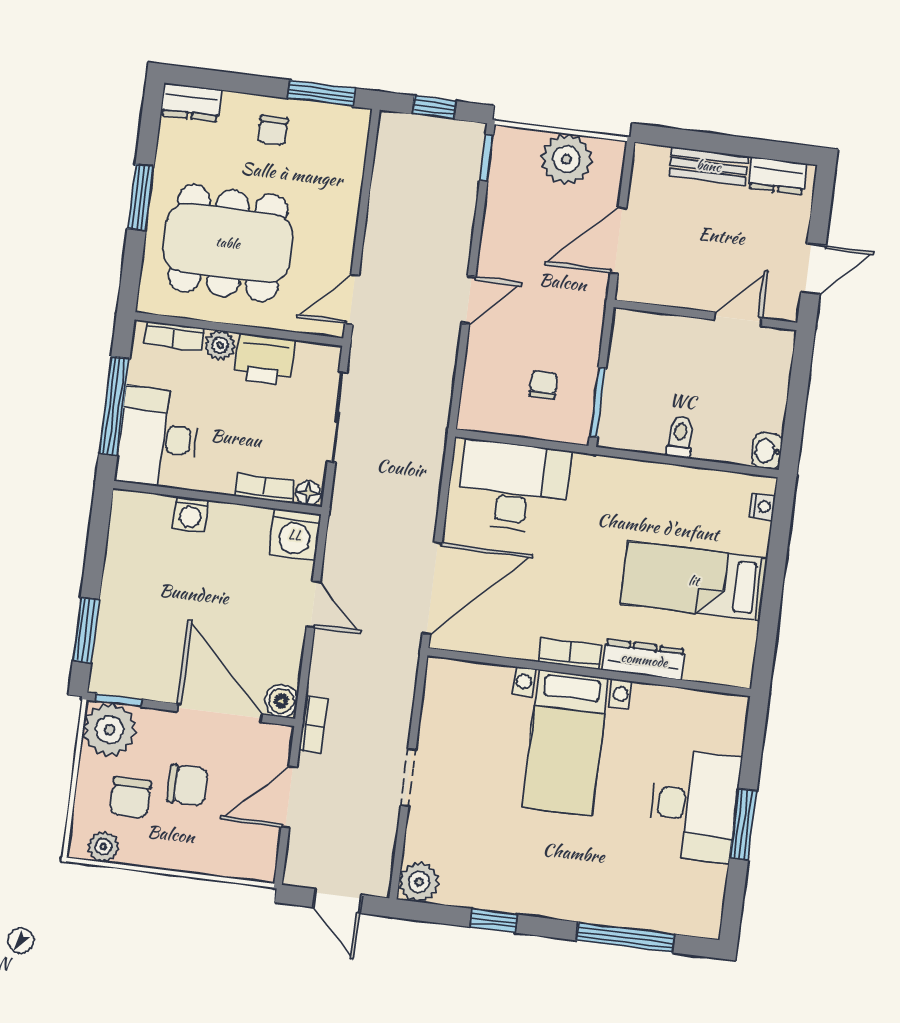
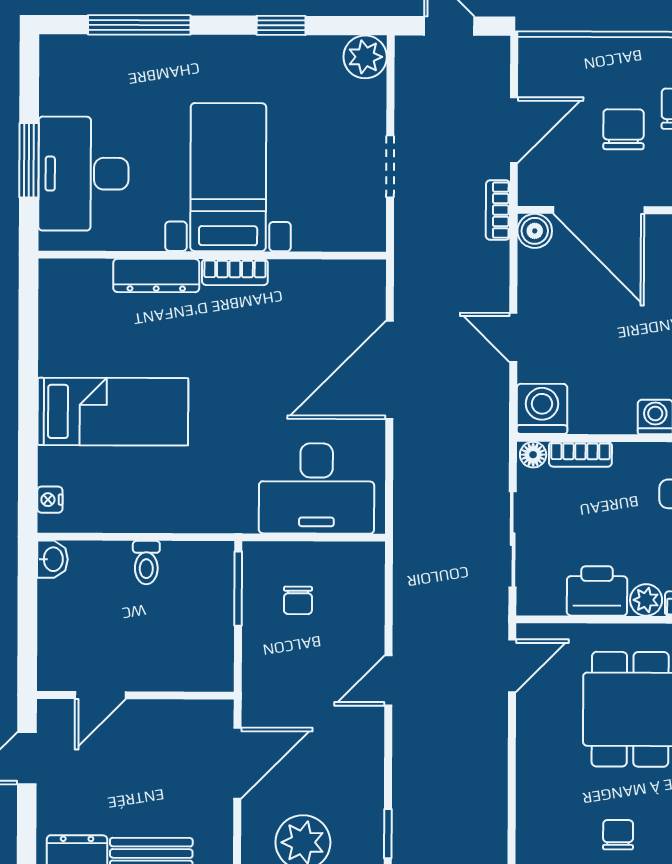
bookcase: (570, 654) -> (235, 272), moved
dresser: (644, 660) -> (156, 275), moved
wall: (589, 672) -> (212, 255), moved
bed with nightstands: (565, 743) -> (228, 177), moved
chair: (187, 785) -> (624, 129), turned 90

